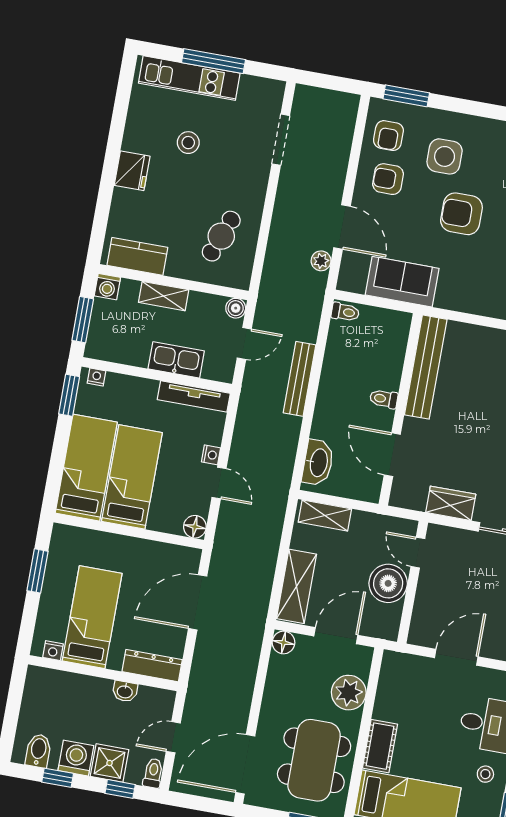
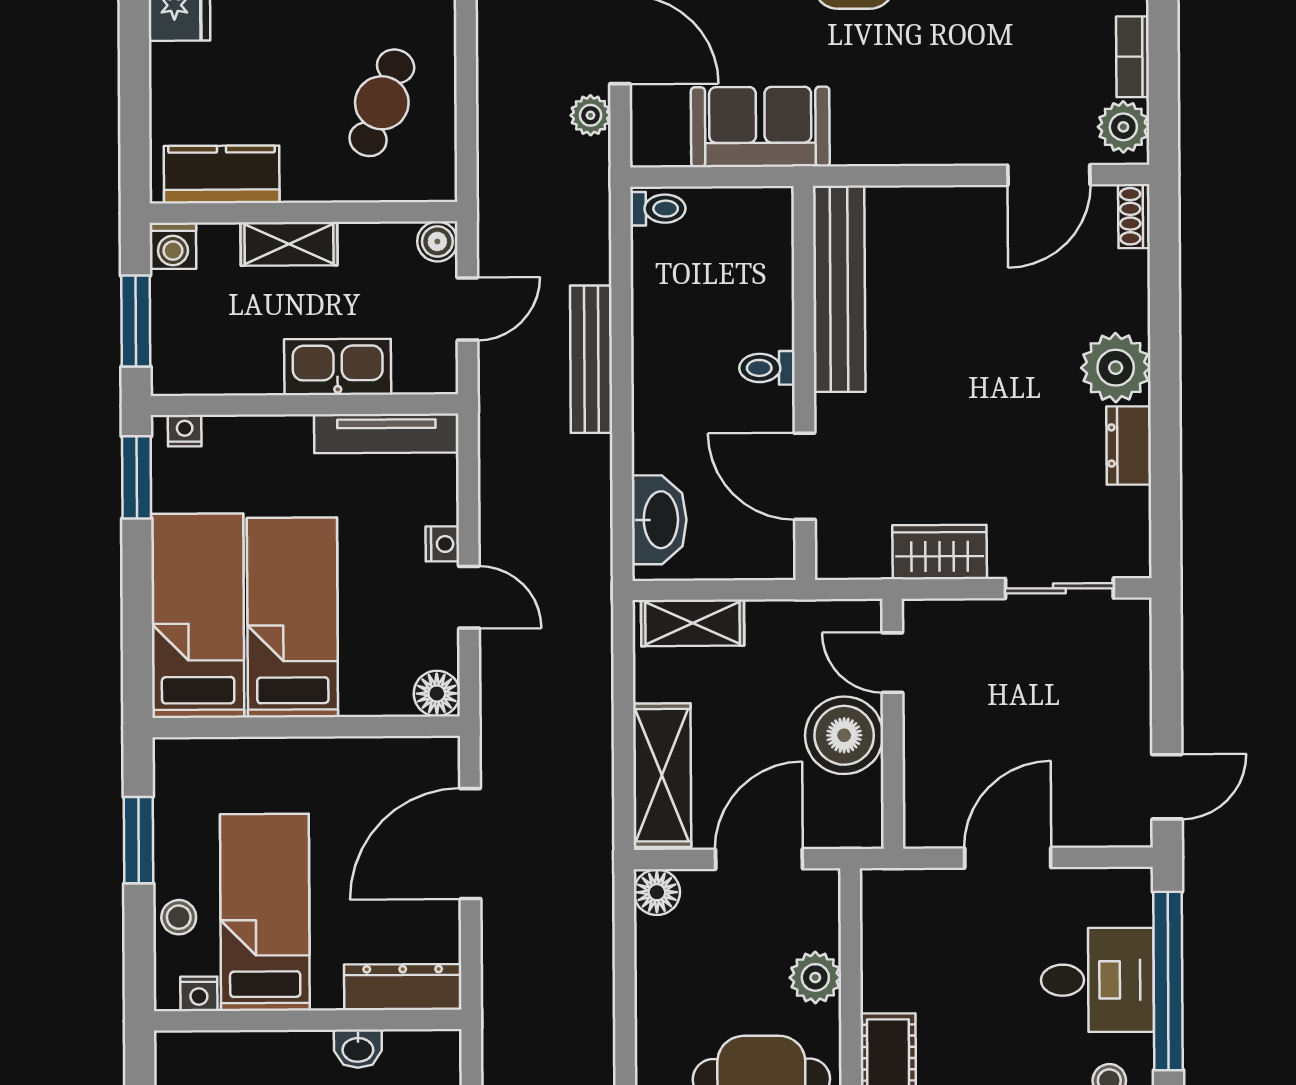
stool: (50, 612) -> (179, 917), added
plant: (349, 693) -> (815, 977), width x0.73, depth x0.73

